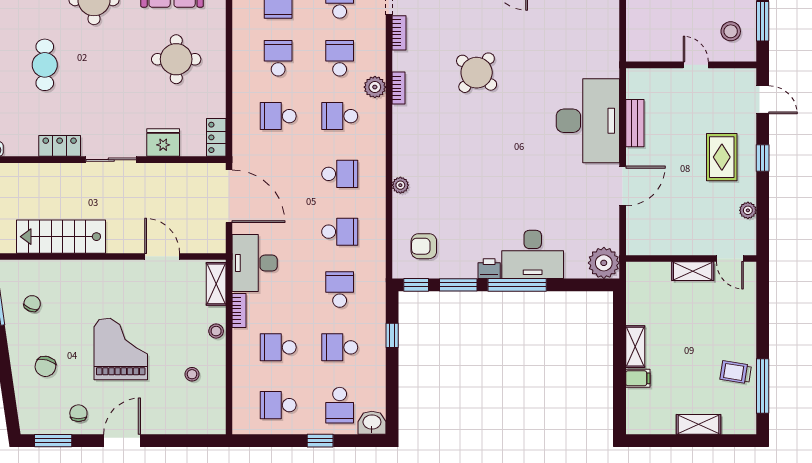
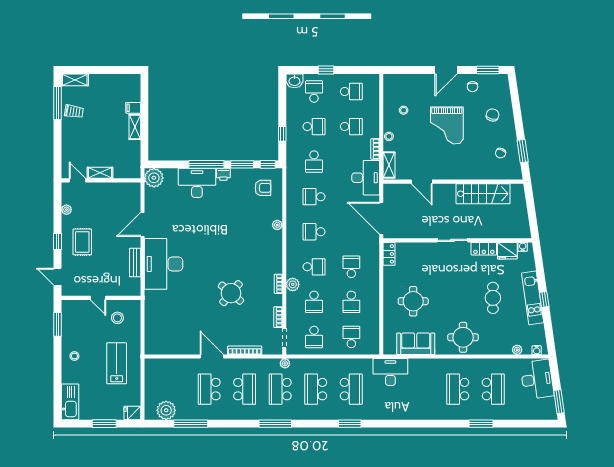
stool: (731, 31) -> (117, 318), moved
school desk: (278, 116) -> (351, 267), turned -90
fridge: (163, 143) -> (507, 251), moved
shelving: (698, 424) -> (75, 80), moved

